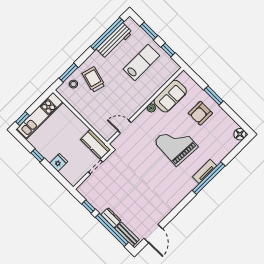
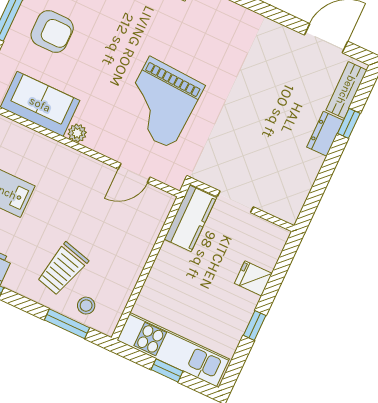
window: (23, 119) -> (167, 370), moved
door: (124, 127) -> (134, 173), hinge flipped
grand piano: (176, 144) -> (160, 103), moved
window: (88, 206) -> (319, 187), removed
window: (112, 230) -> (349, 123), width x0.32

